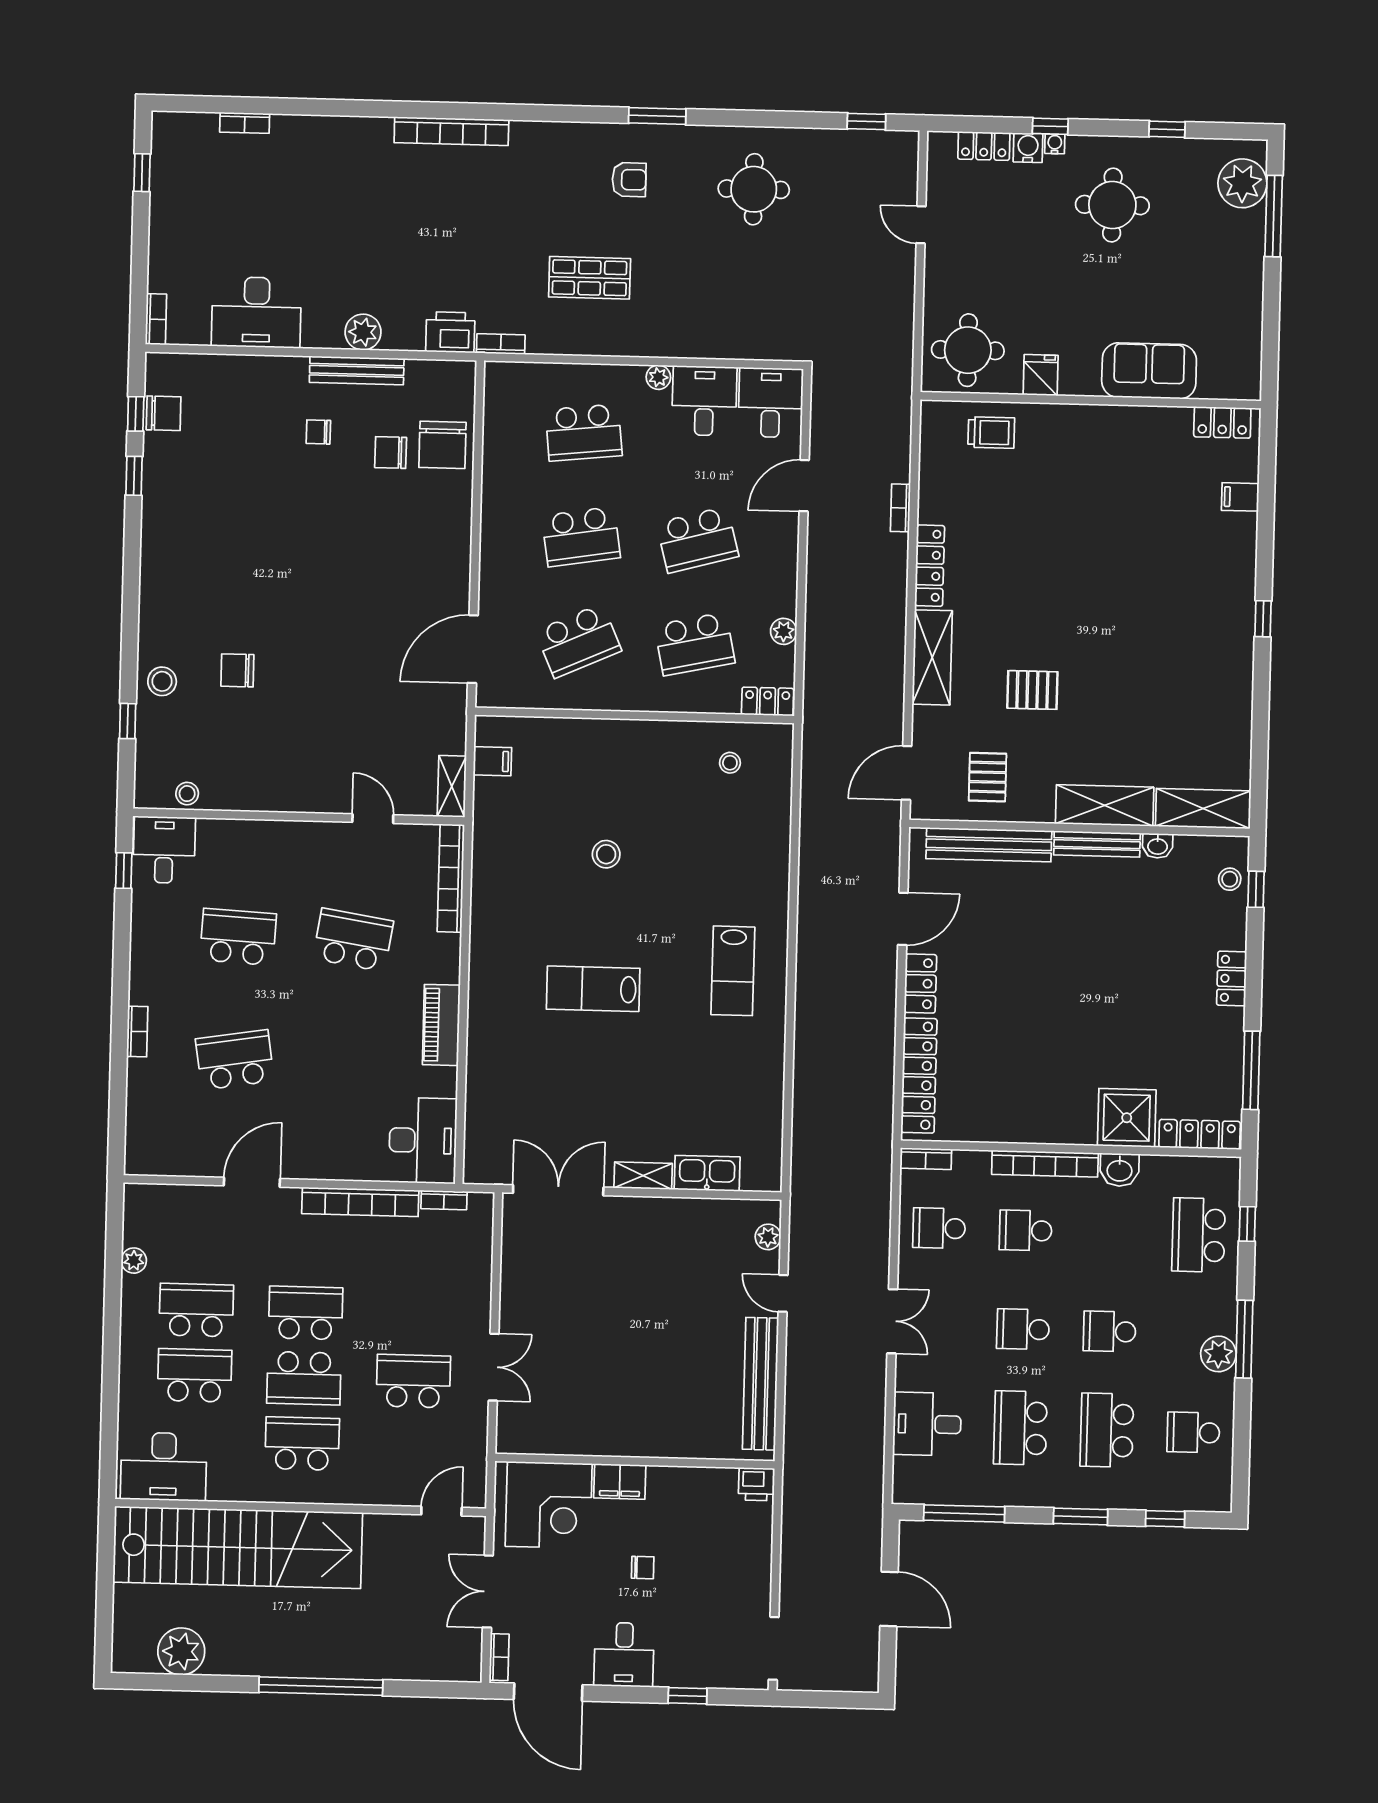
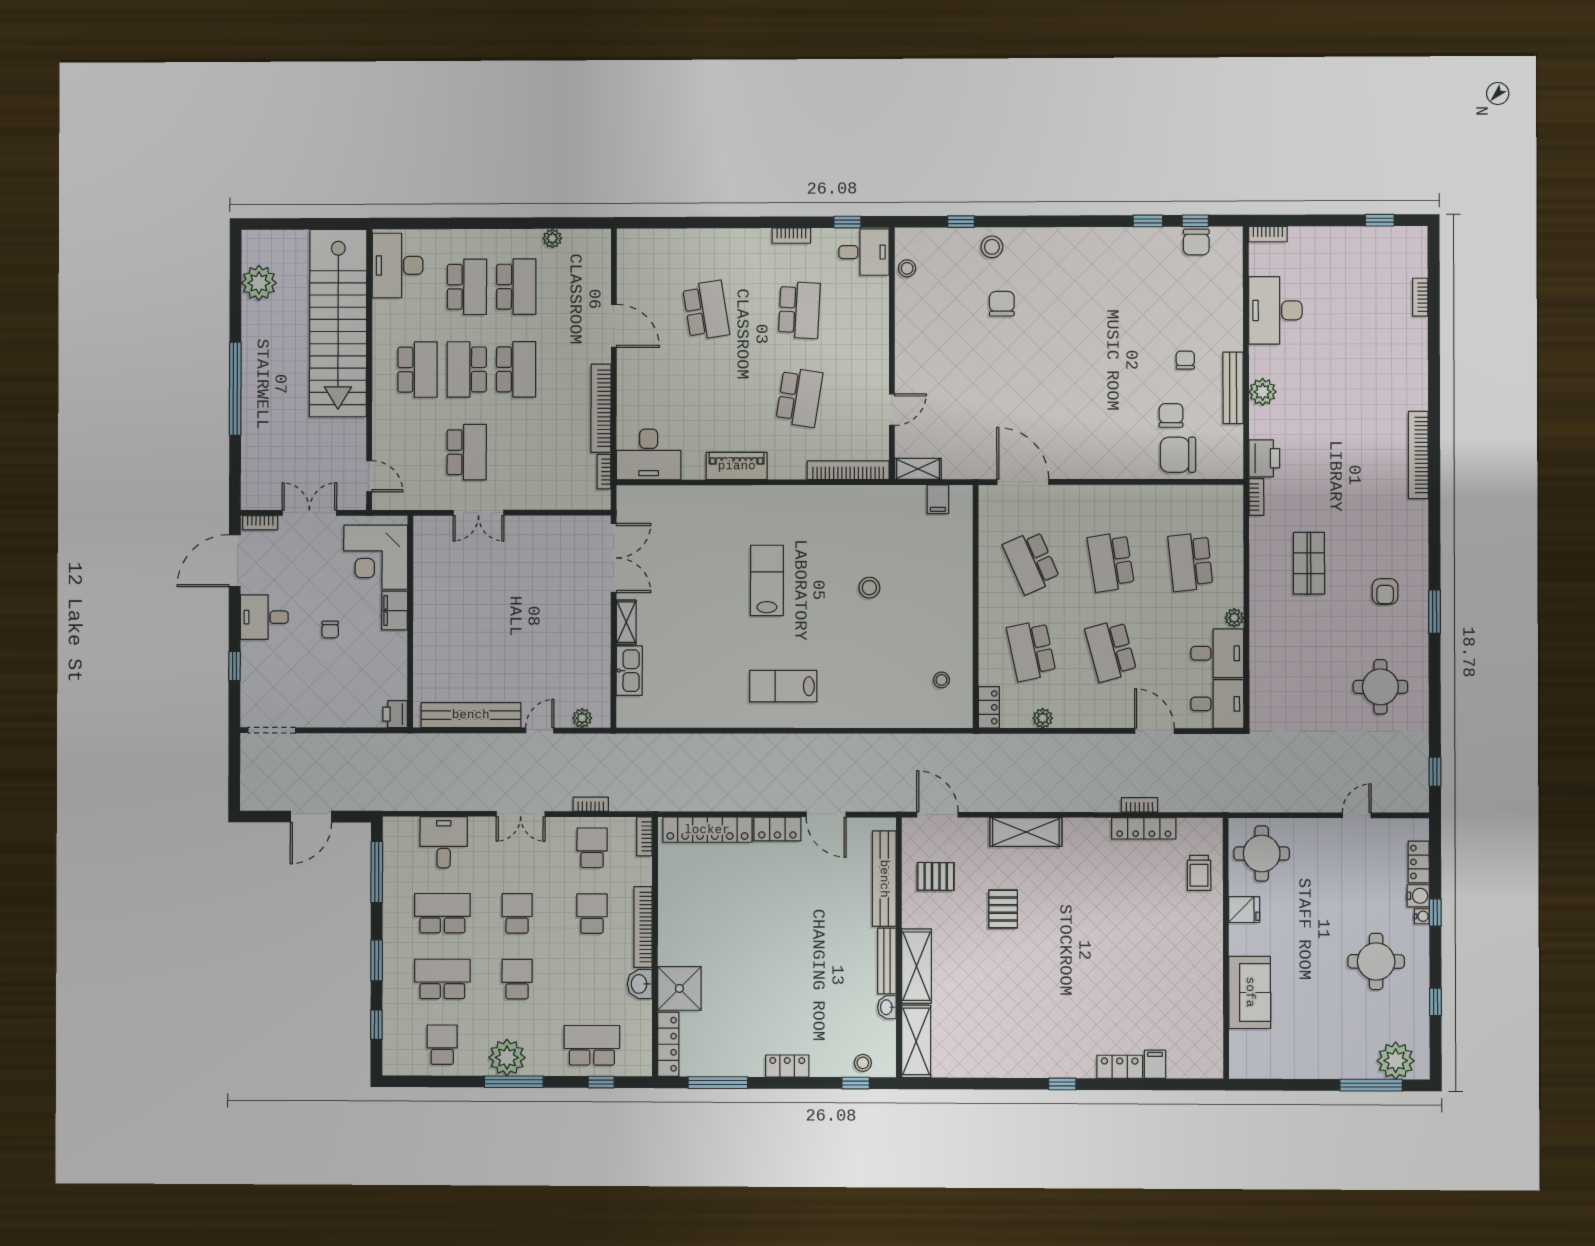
locker: (1222, 422) -> (1120, 1067), moved, turned 90
locker: (930, 566) -> (1144, 828), moved
bookcase: (137, 1031) -> (791, 236), moved
bookcase: (882, 1228) -> (591, 804), added
plant: (1218, 1354) -> (507, 1057), width x1.36, depth x1.36

